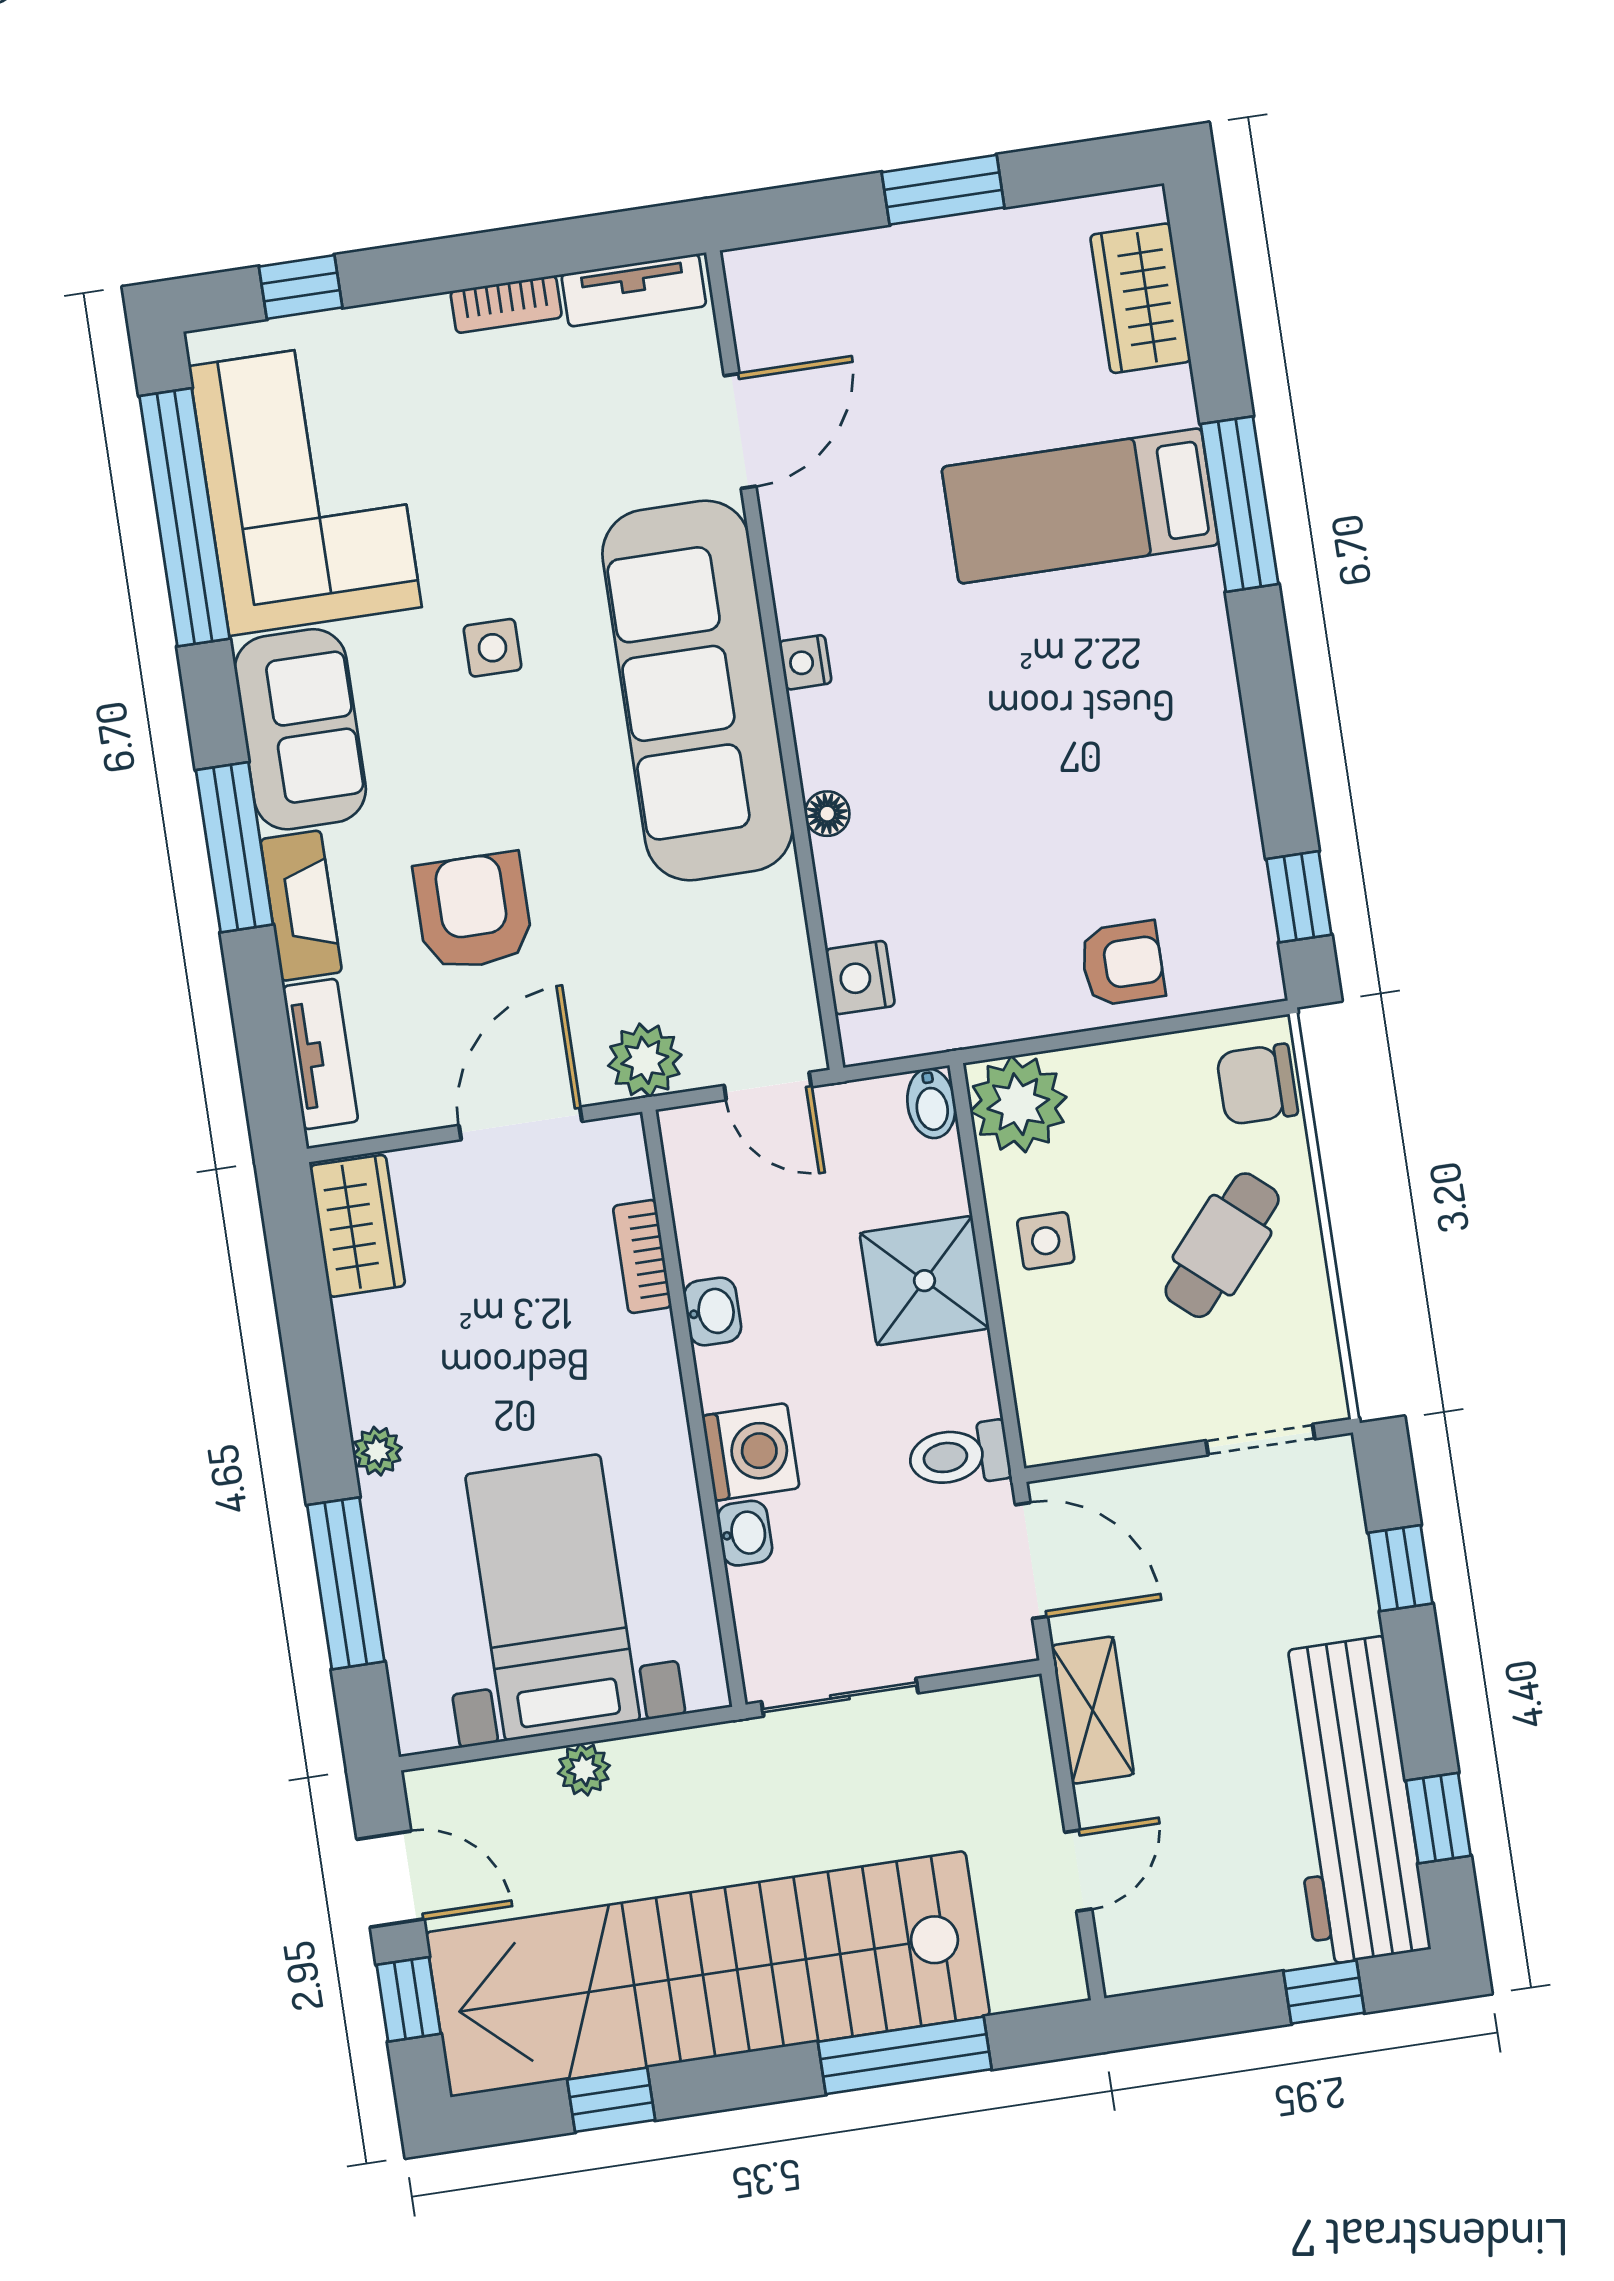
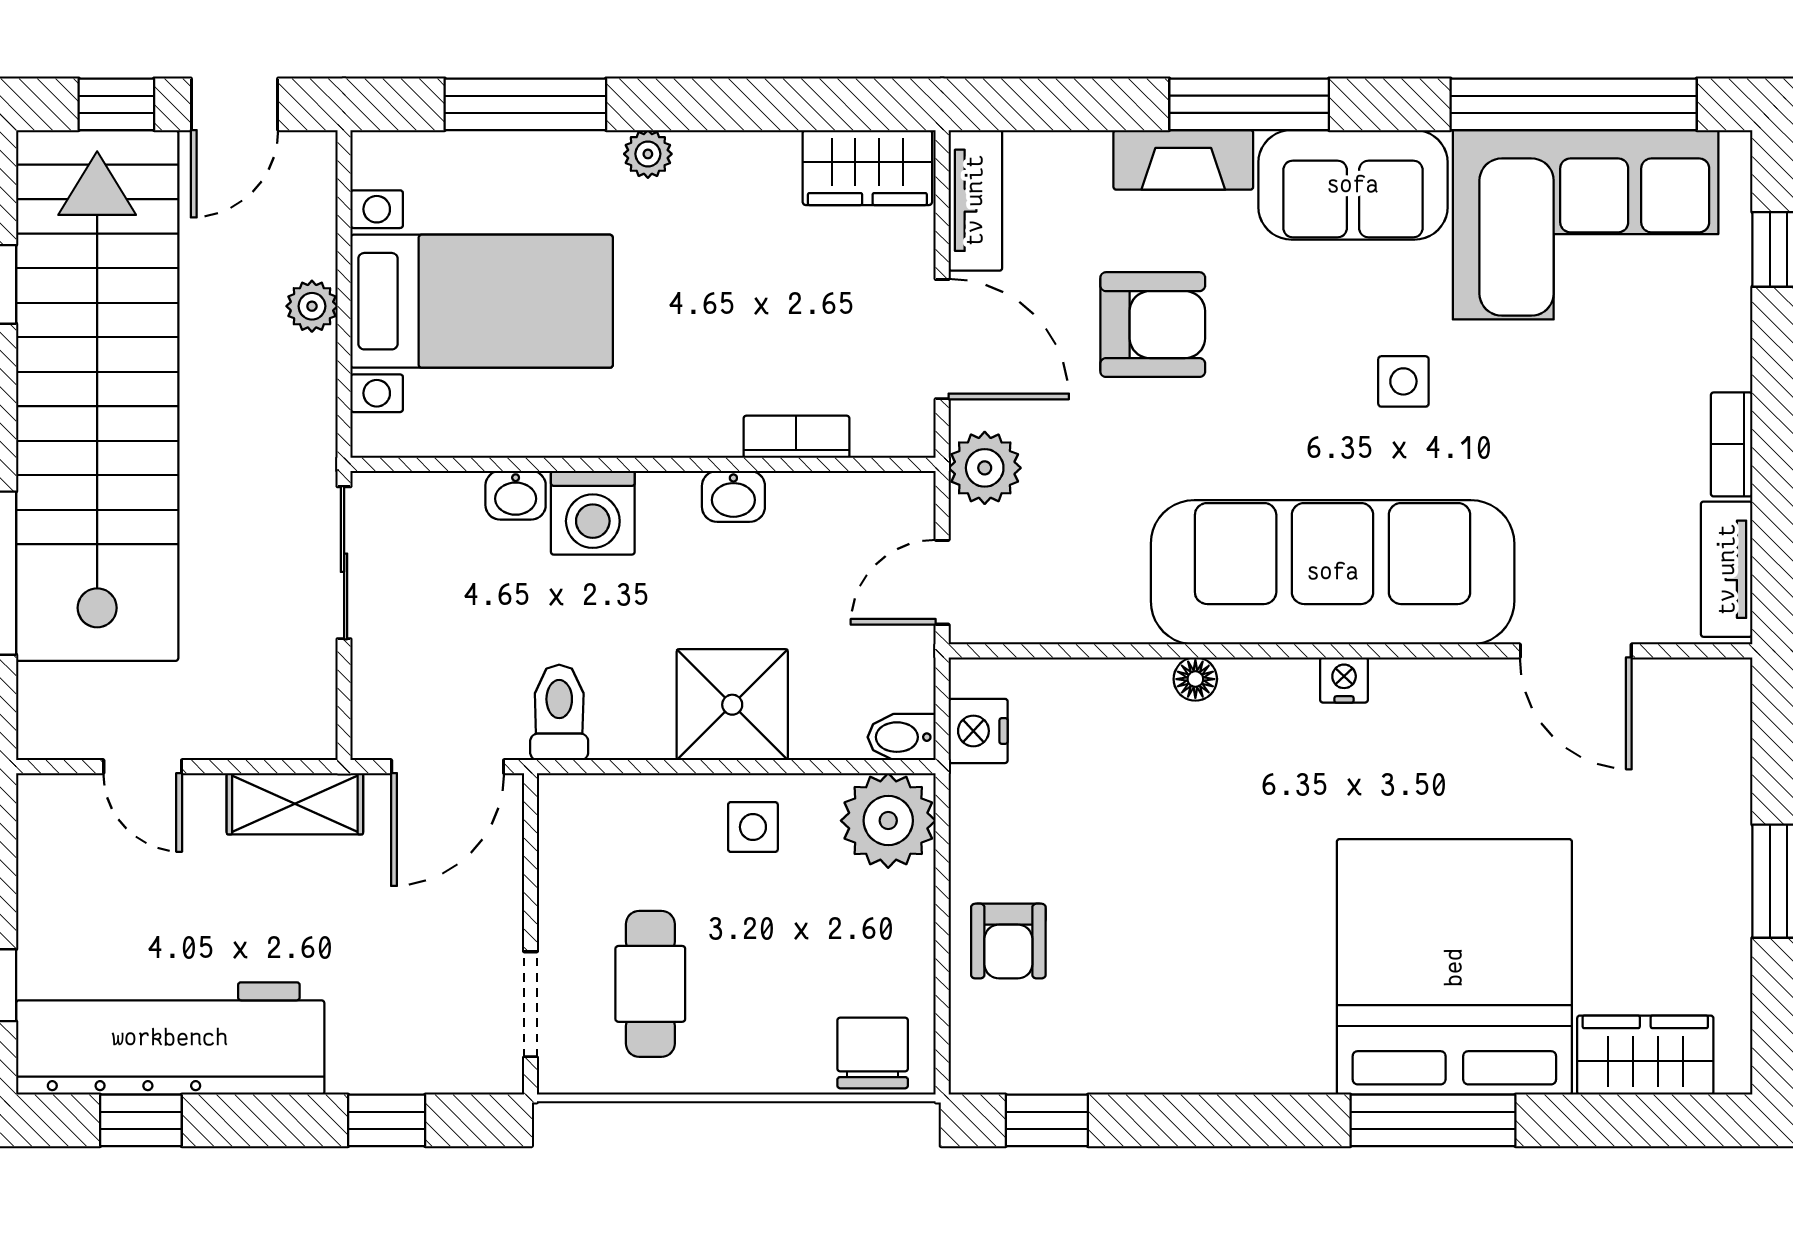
bed: (1080, 506) -> (1454, 967), width x2.04
nightstand: (860, 978) -> (978, 731), moved, turned -90
tv unit: (320, 1054) -> (975, 200), moved, turned -90
cafe table: (1222, 1245) -> (650, 984), moved, turned 49

